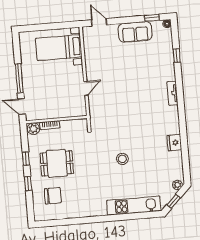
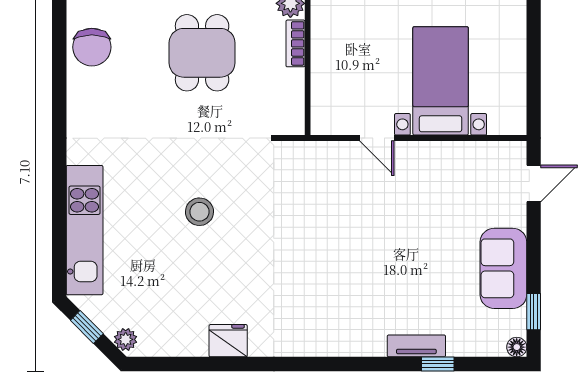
bed with nightstands: (59, 48) -> (441, 81), moved
tv unit: (172, 93) -> (416, 346), moved
chair: (53, 196) -> (92, 47), moved

